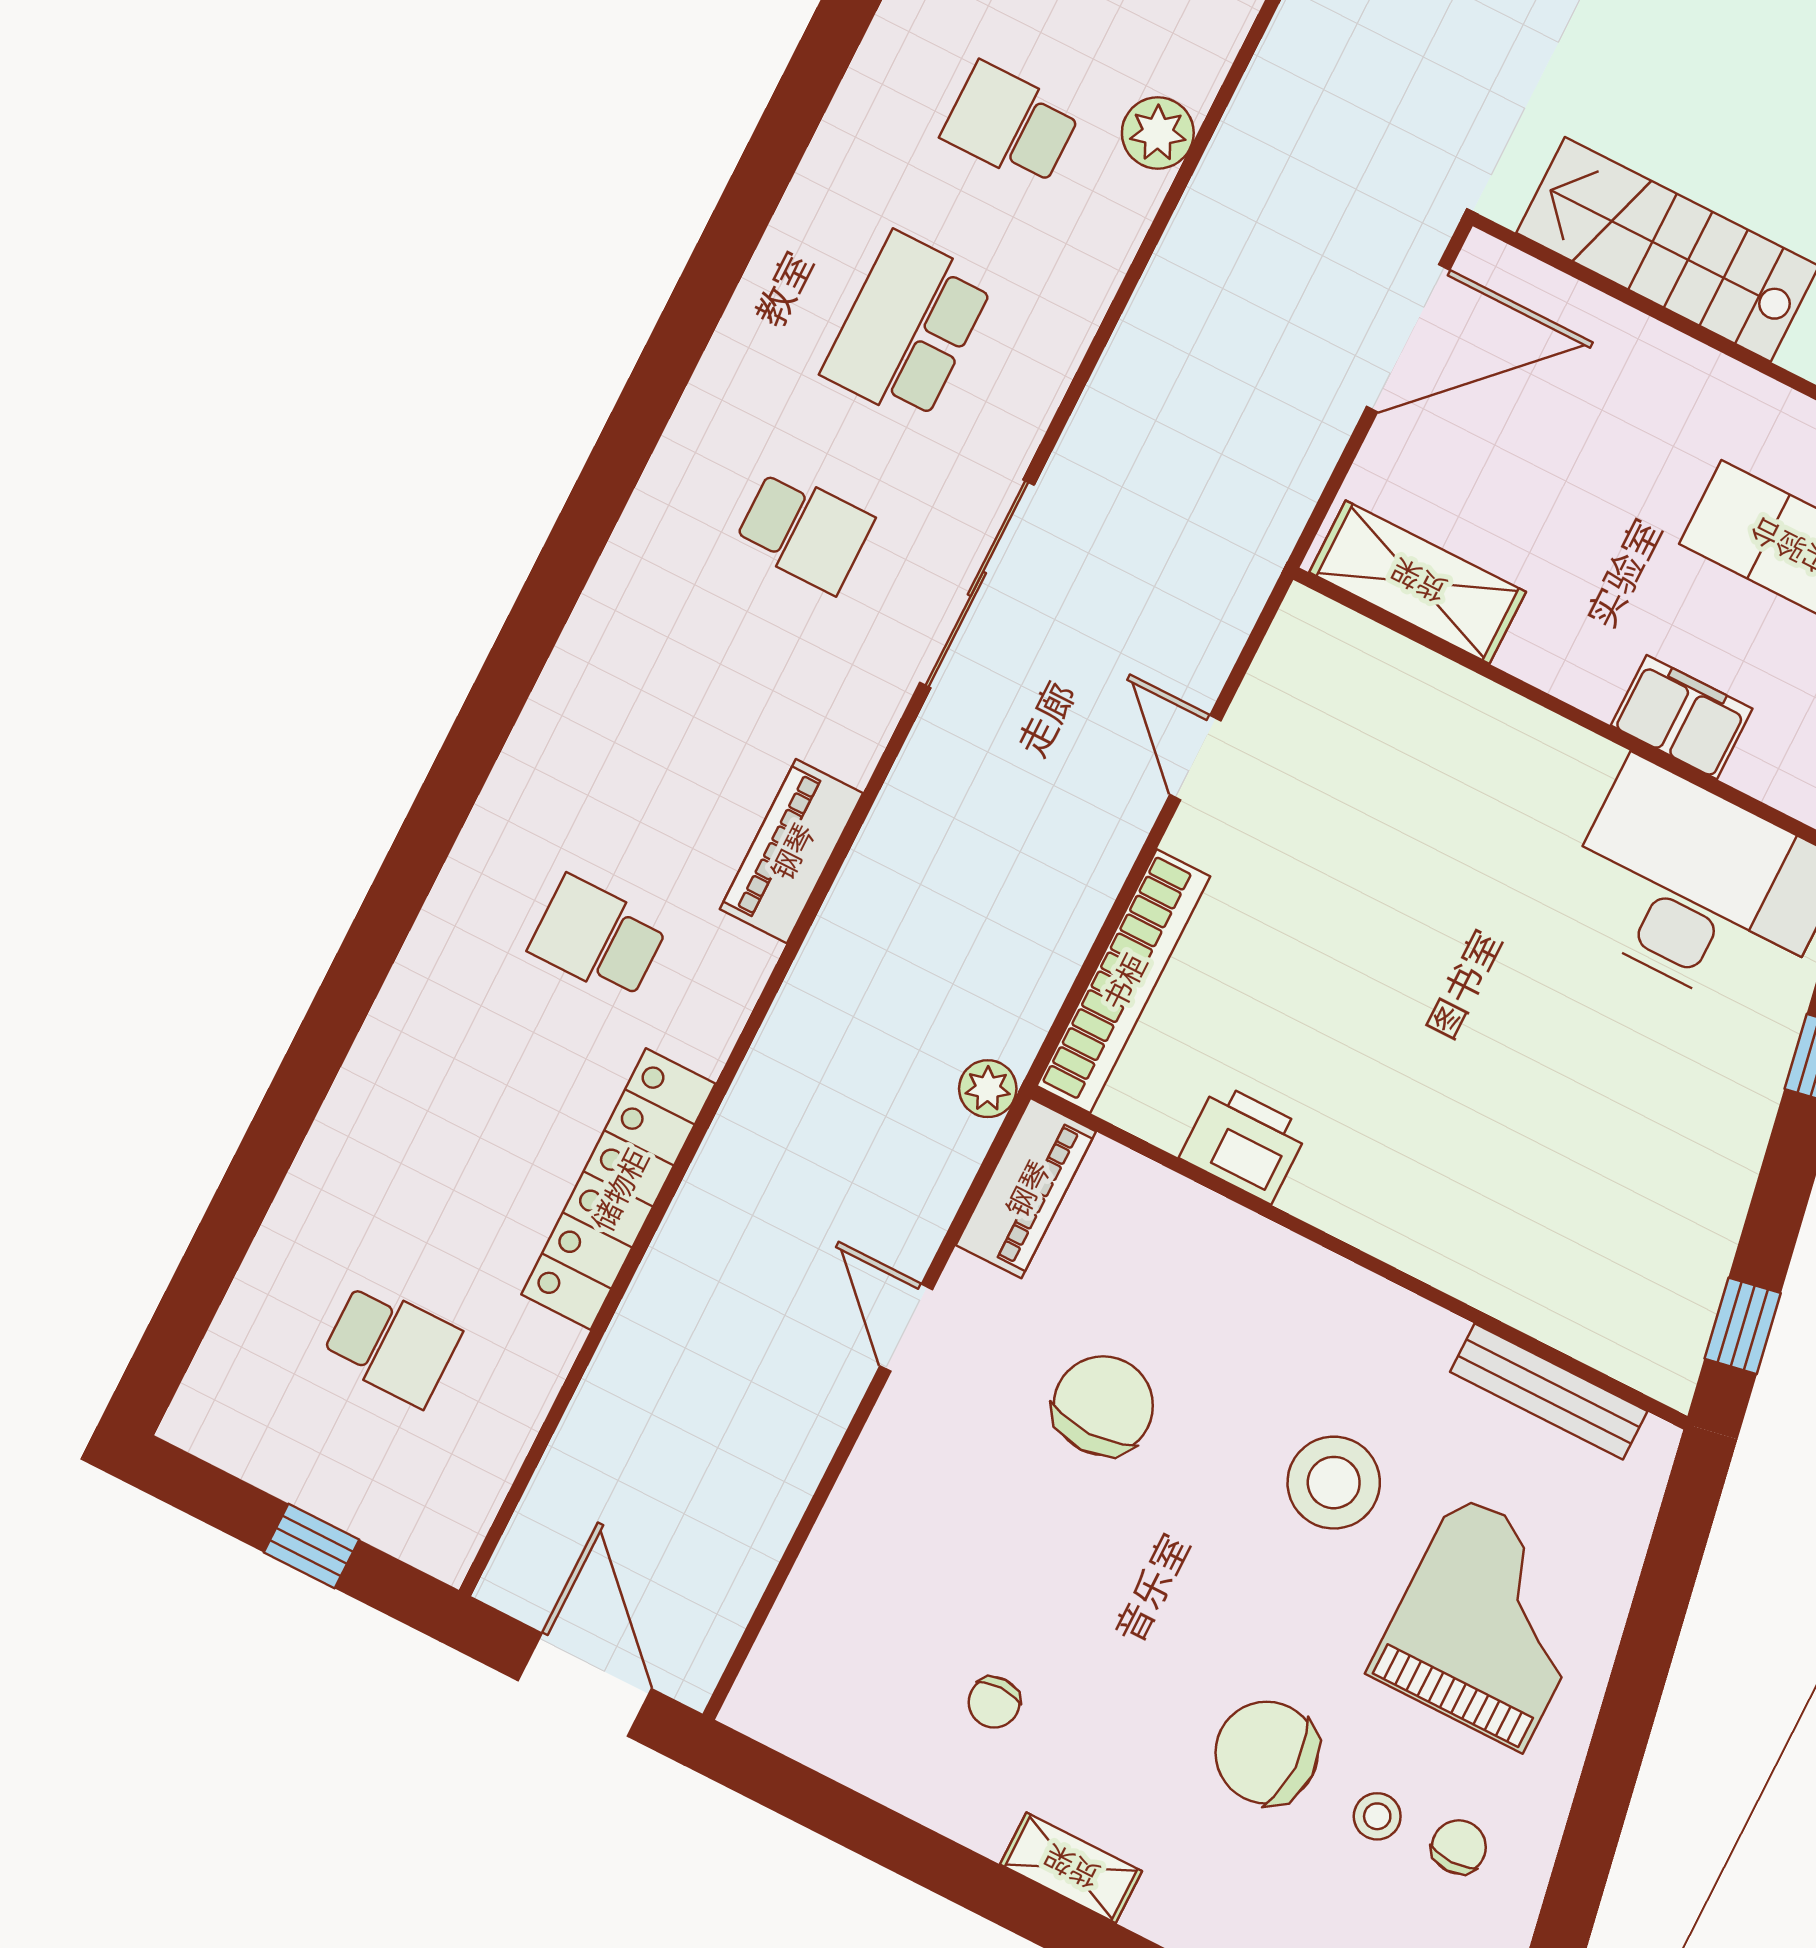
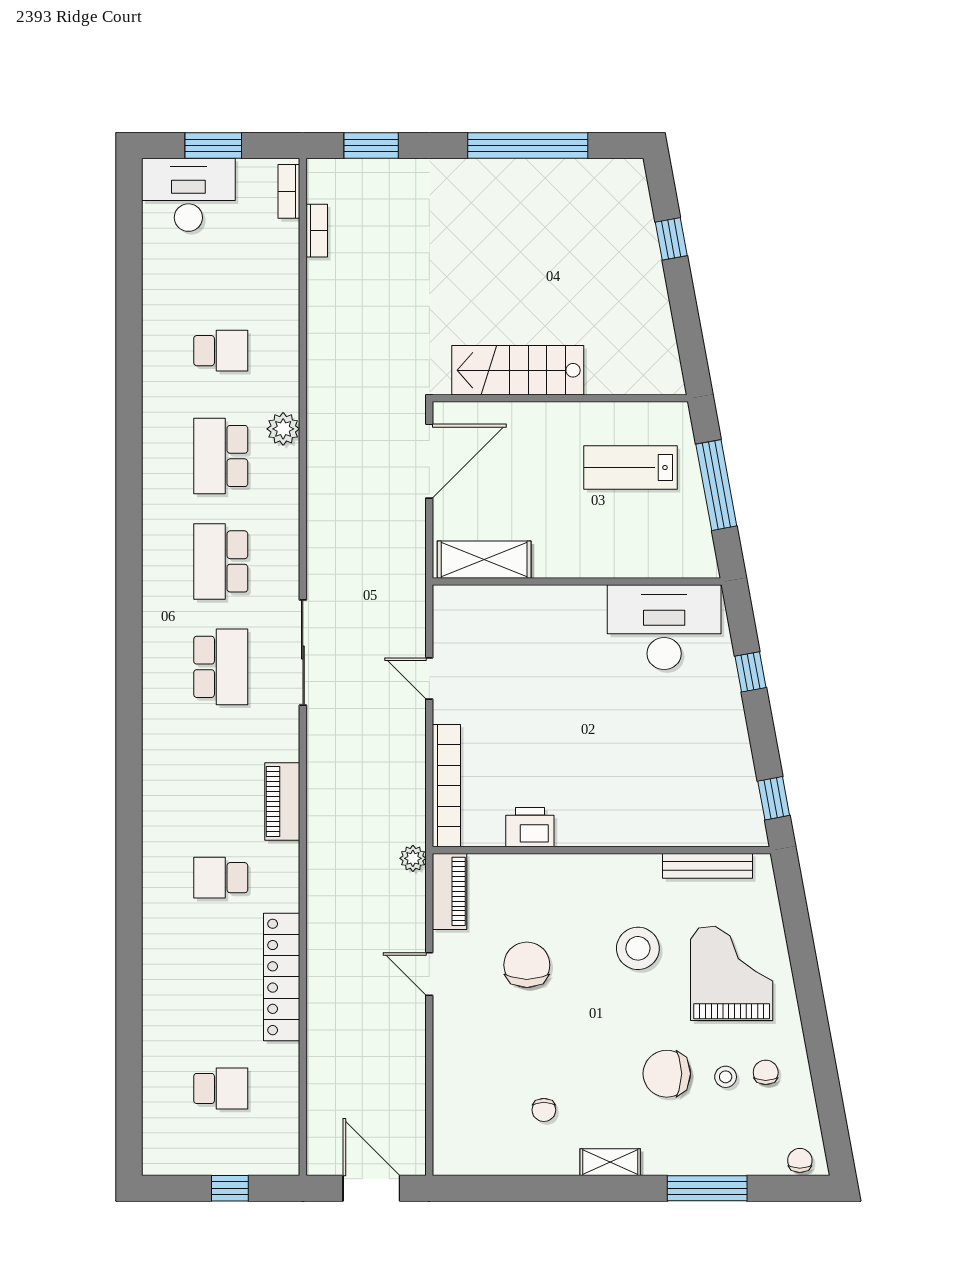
school desk: (1011, 124) -> (221, 456), width x1.85
school desk: (804, 531) -> (221, 667), width x1.85
filing cabinet: (1682, 717) -> (621, 560), removed

